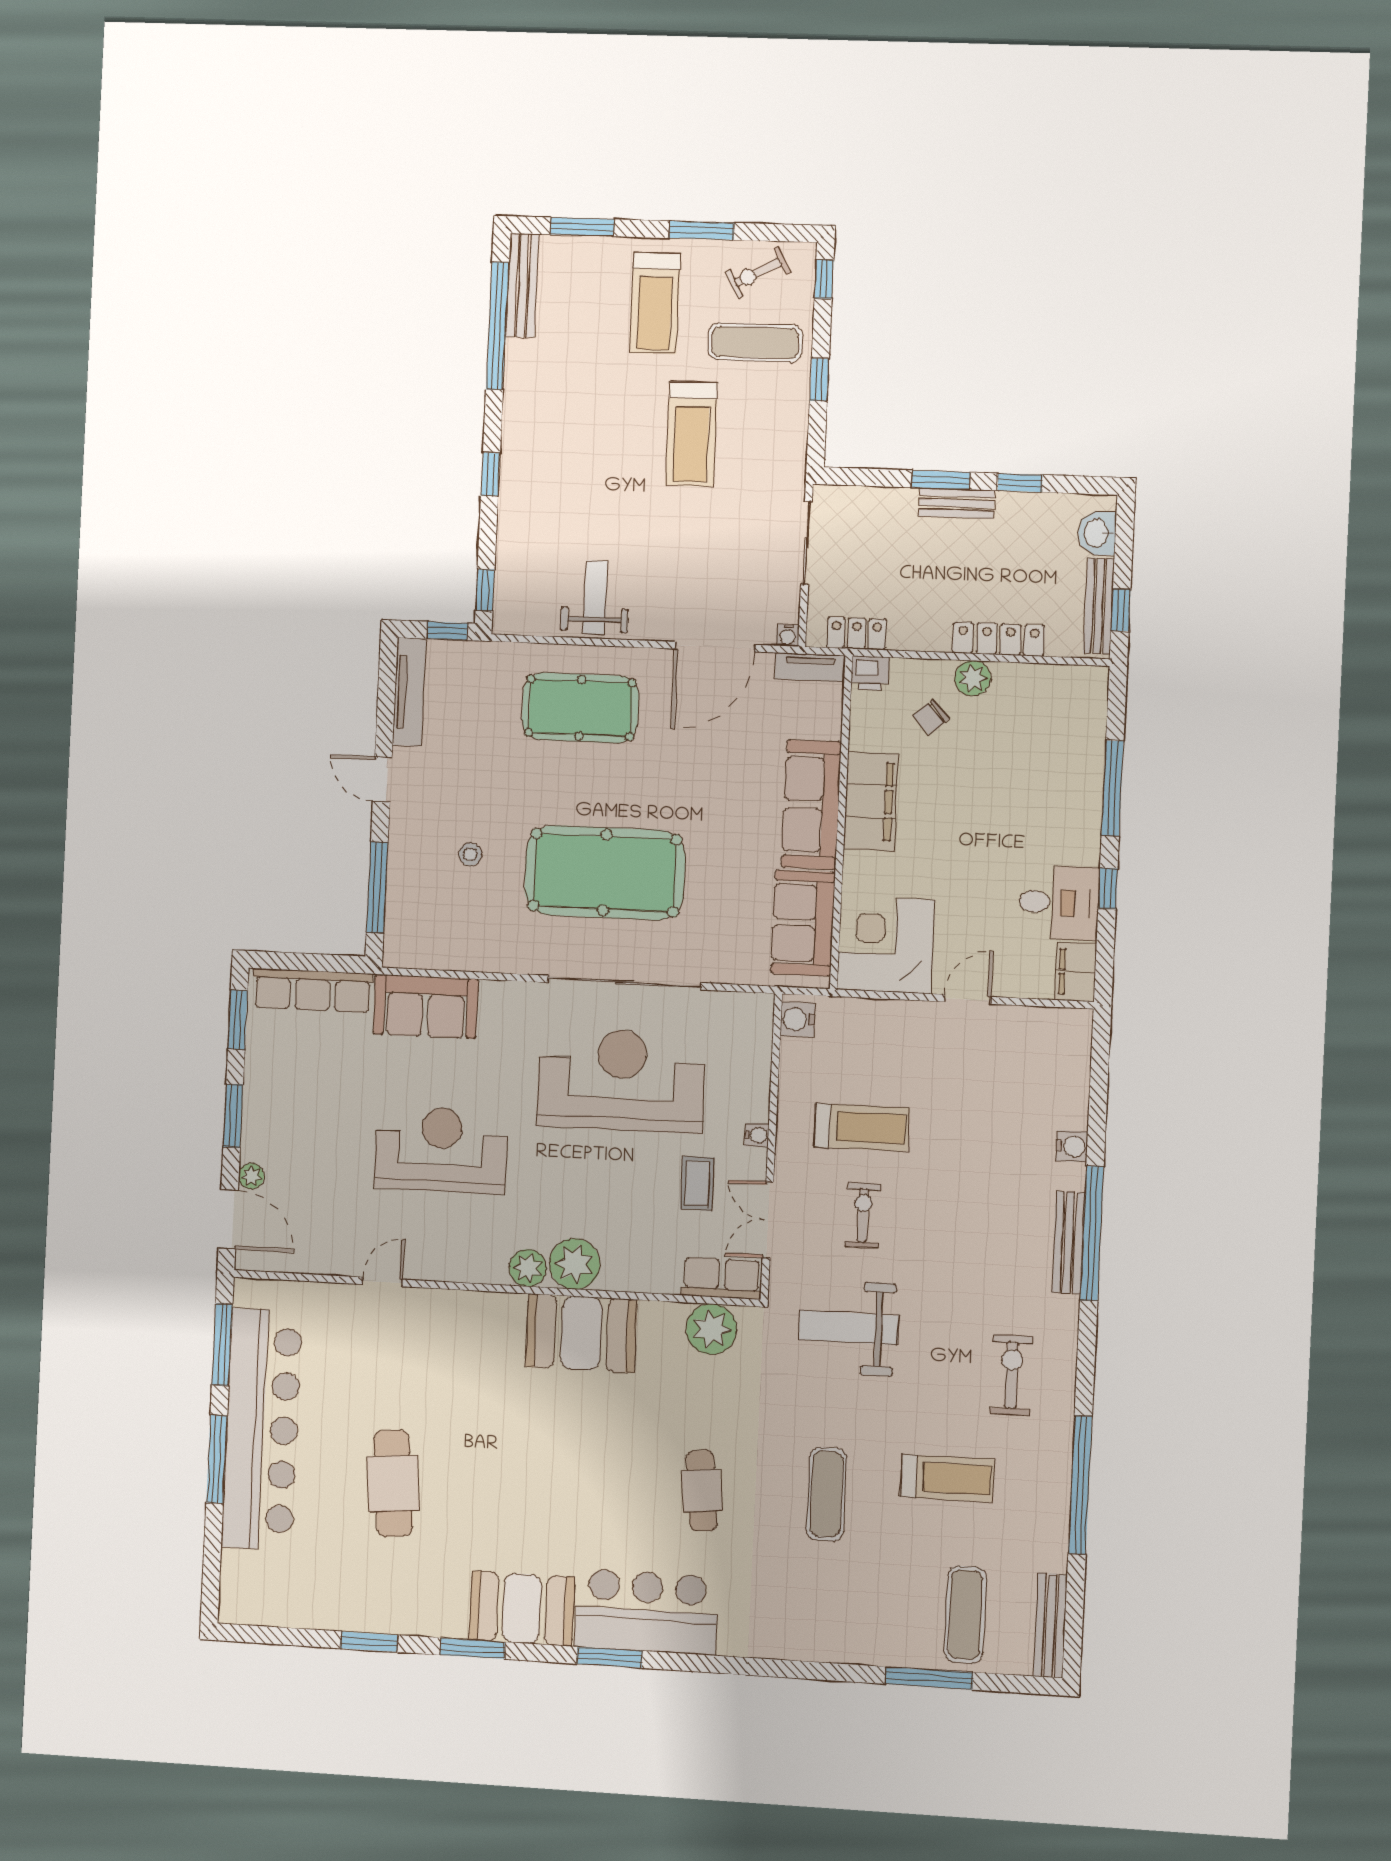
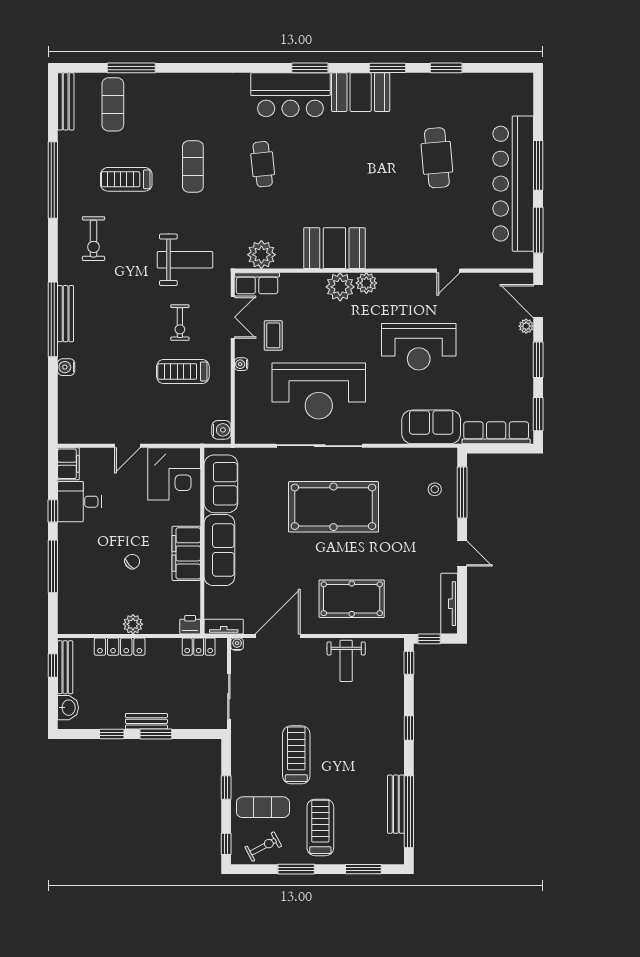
bench: (522, 285) -> (396, 804), moved
chair: (931, 717) -> (132, 562), moved
stool: (470, 854) -> (435, 489), moved

